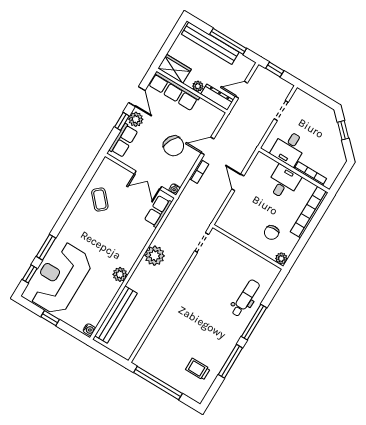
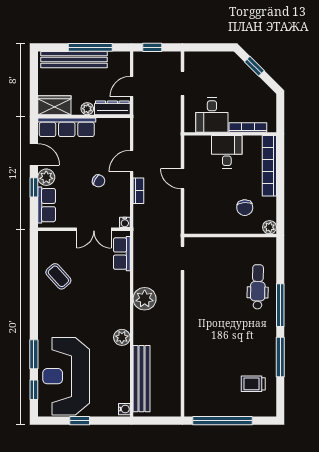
chair: (174, 146) -> (99, 181), width x0.54, depth x0.54

